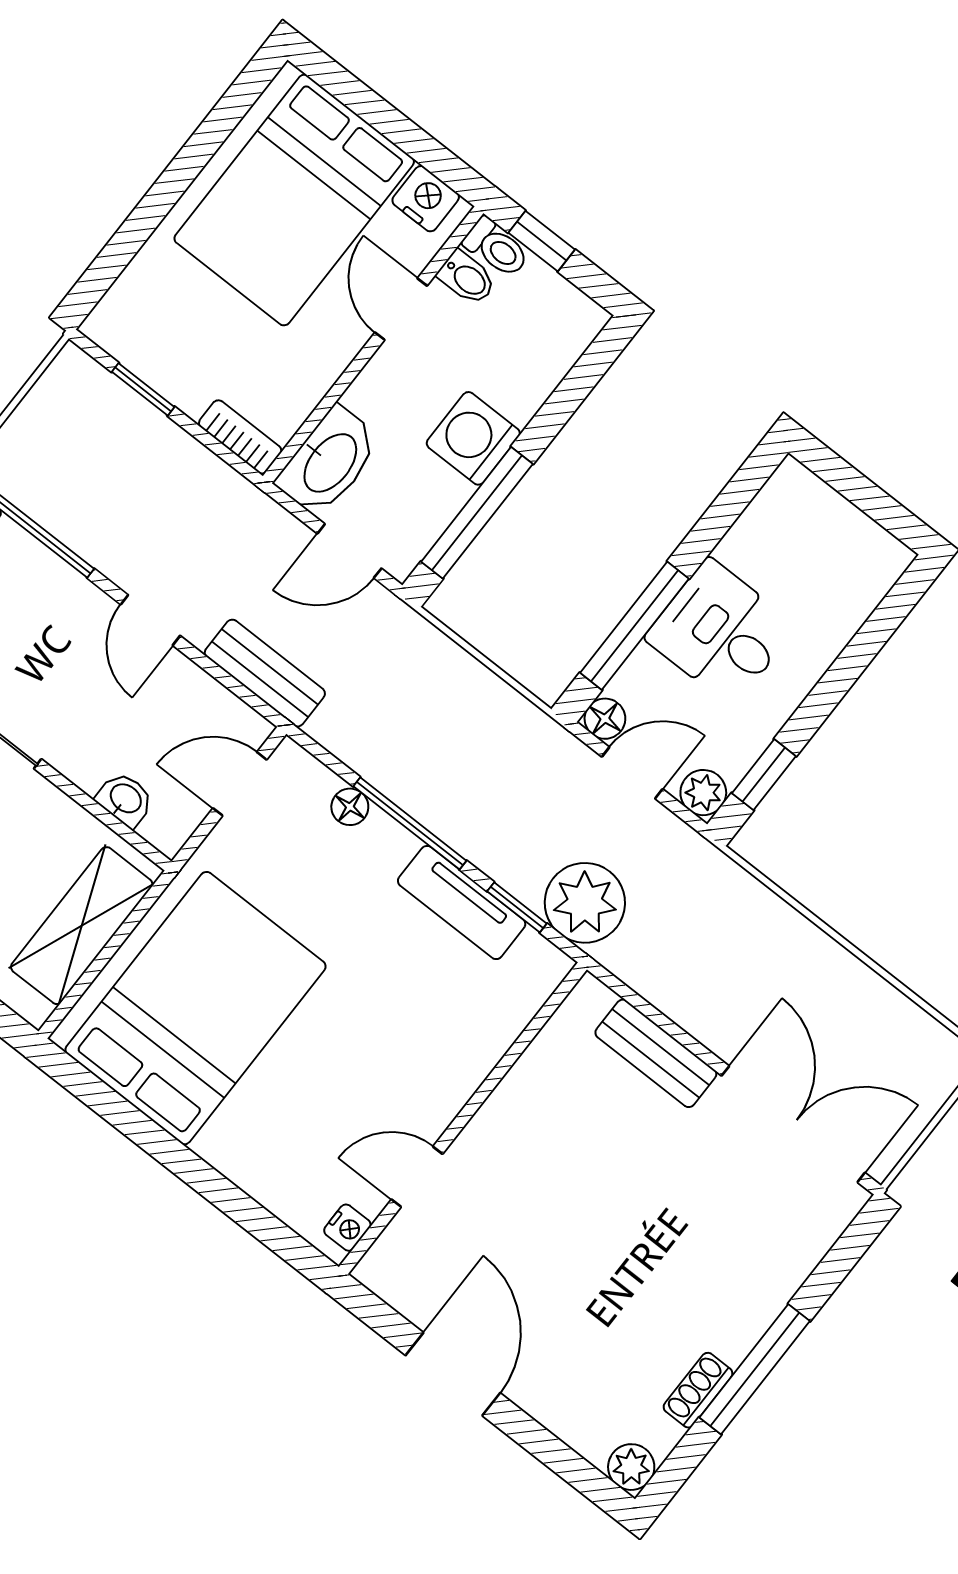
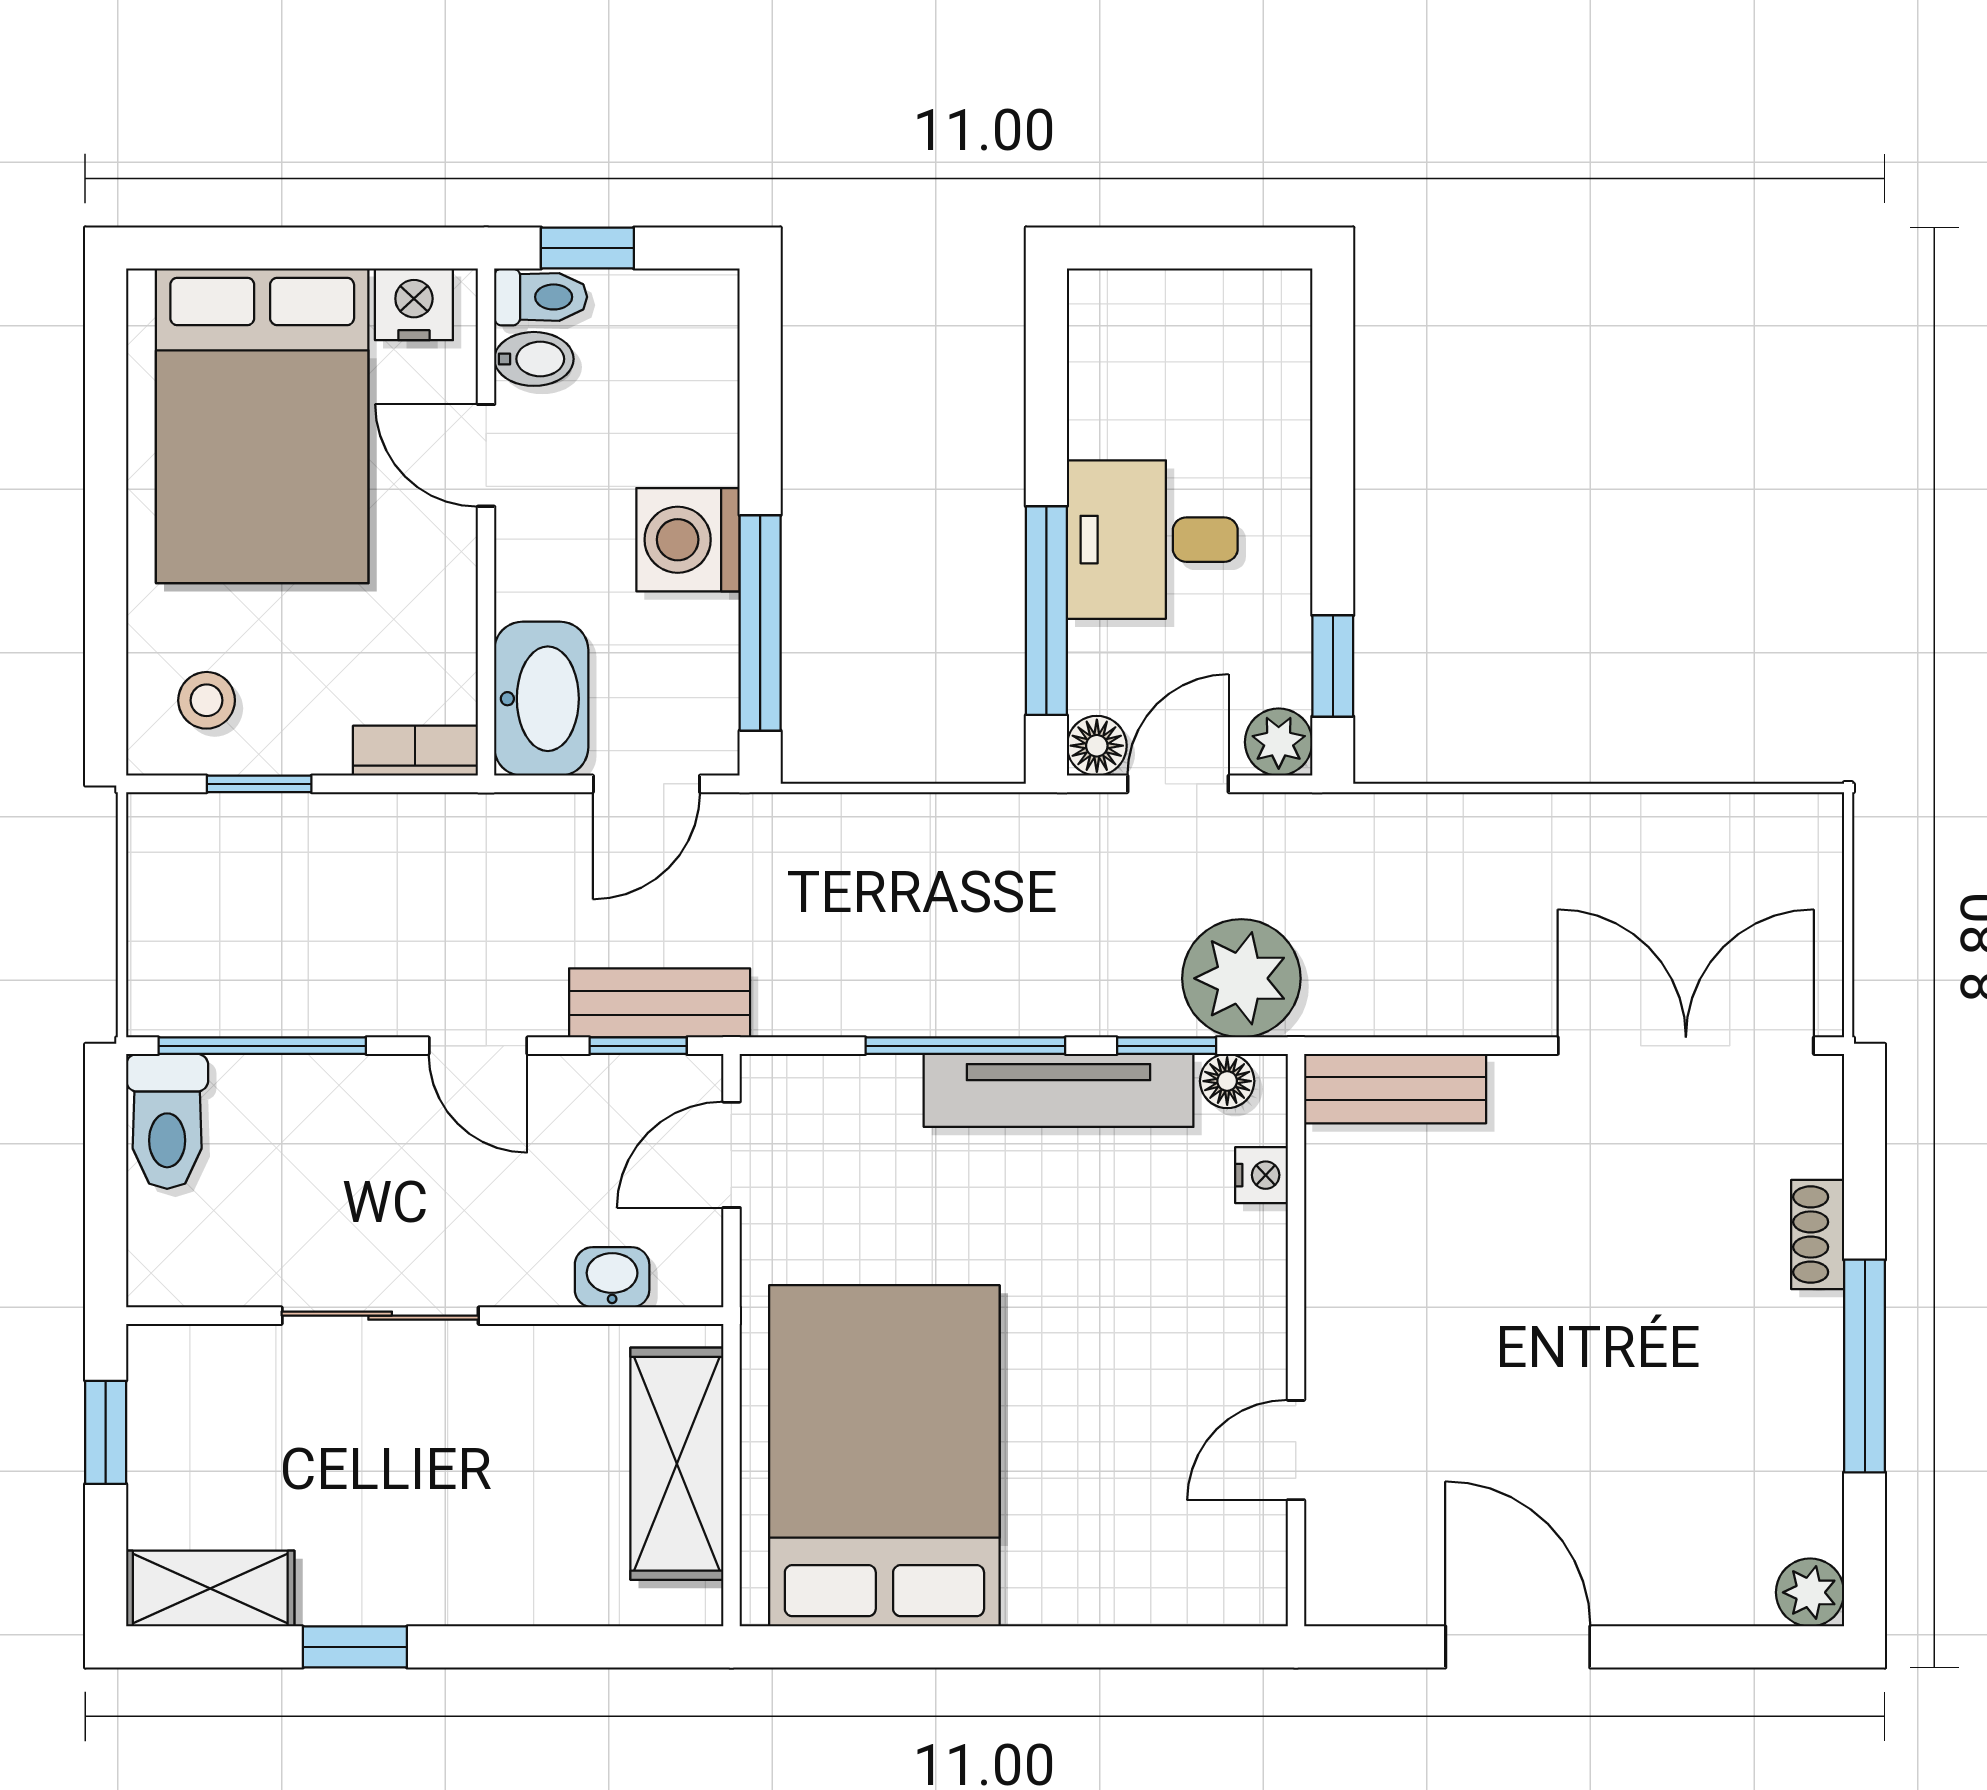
stool: (150, 323) -> (207, 700), added
window: (236, 687) -> (638, 1046), added
floor lamp: (350, 807) -> (1227, 1081), moved
tv unit: (462, 903) -> (1059, 1090), width x1.41
bench: (656, 1053) -> (1395, 1089), moved
nightstand: (347, 1228) -> (1261, 1175), moved
shoe rack: (698, 1390) -> (1818, 1235), moved

